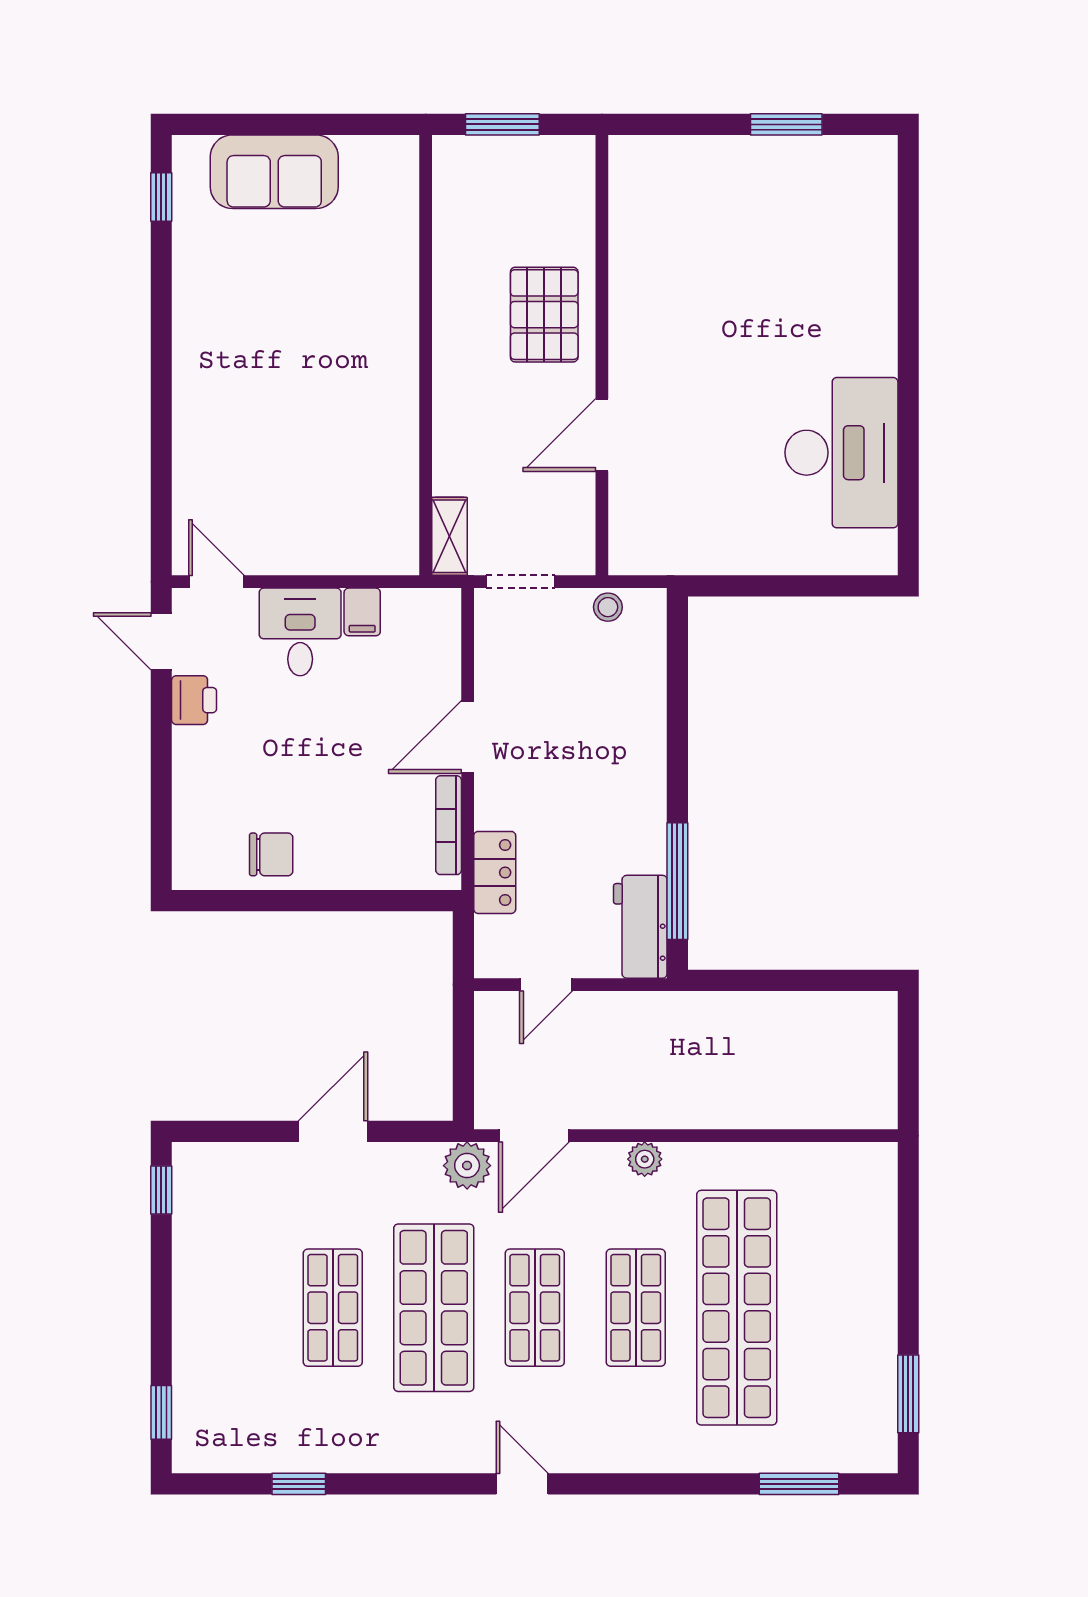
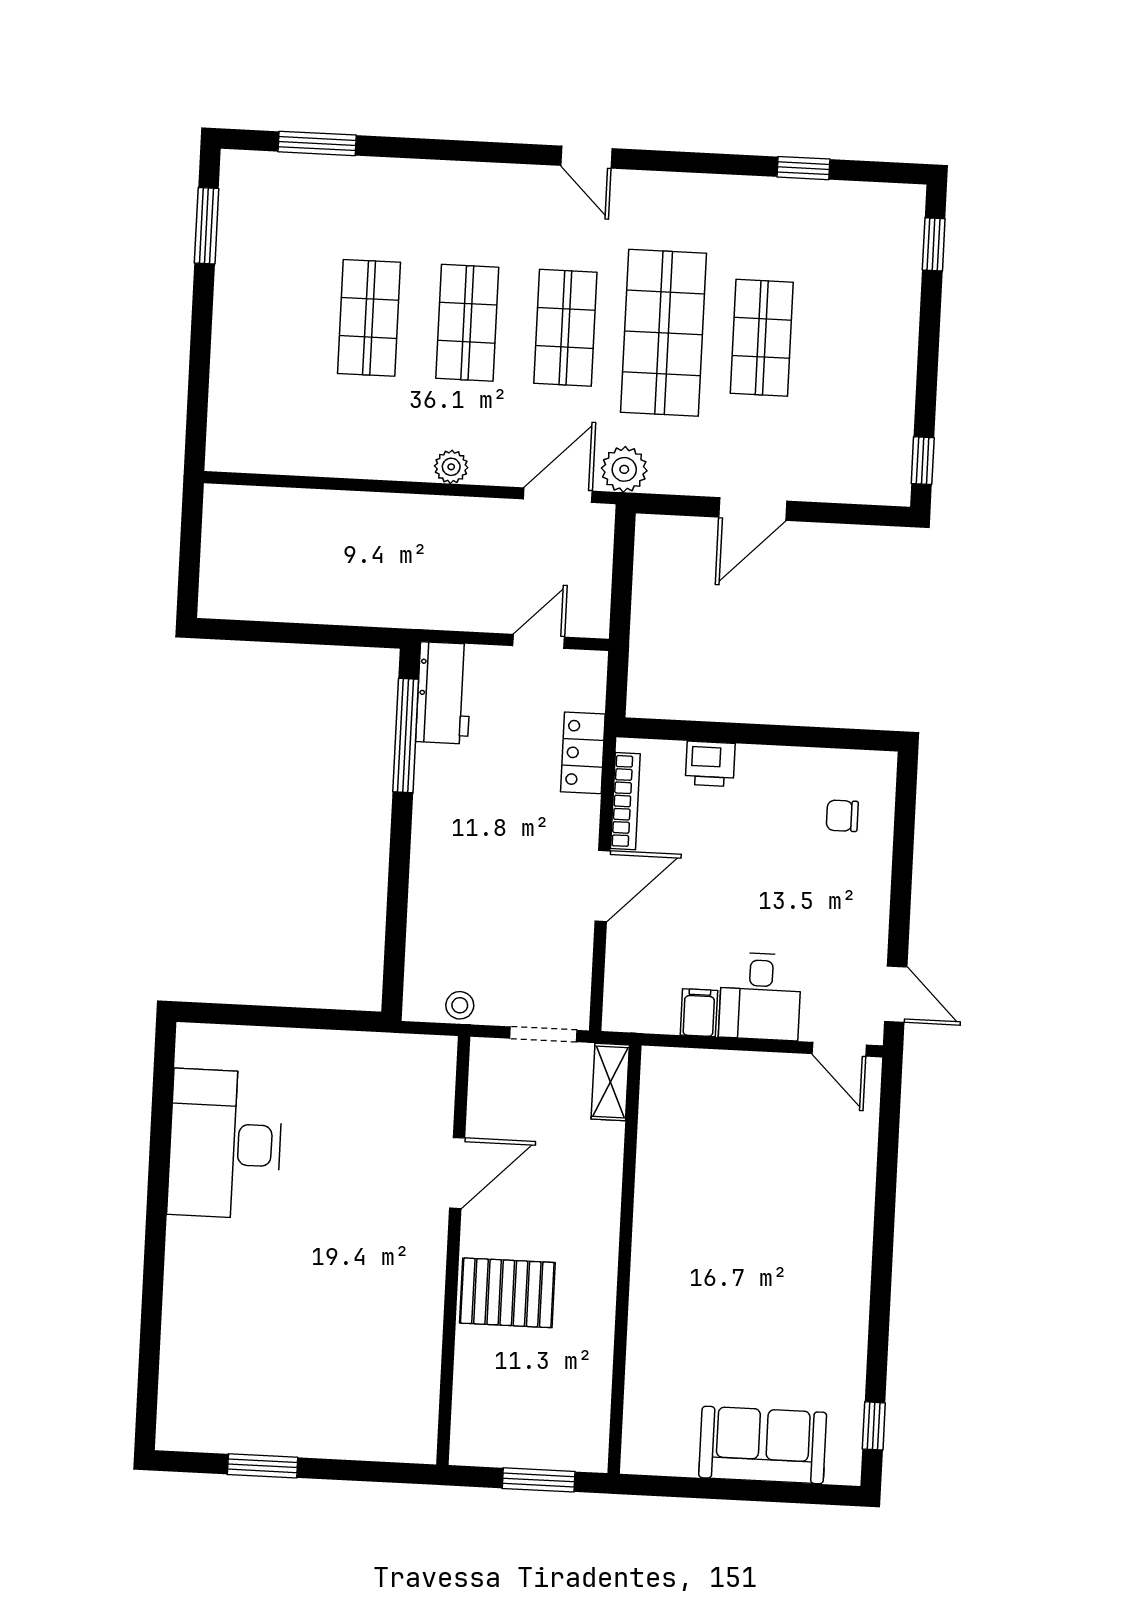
pallet: (544, 315) -> (507, 1293), turned 90
printer: (194, 700) -> (710, 764), moved, turned -90
chair: (271, 854) -> (842, 816), moved, width x0.73, depth x0.73
shop shelf: (737, 1308) -> (369, 318), width x0.50, depth x0.74

